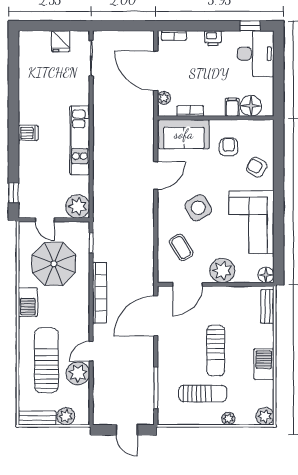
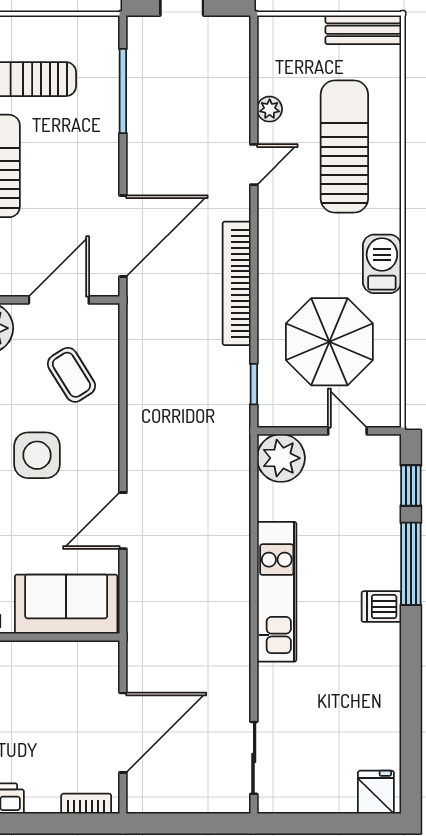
fridge: (61, 41) -> (376, 792), moved
door: (156, 71) -> (123, 733), hinge flipped
plant: (164, 98) -> (106, 678), removed
bookcase: (190, 111) -> (53, 651), removed
window: (14, 154) -> (411, 564), added
side table: (198, 208) -> (37, 455), turned 31
sun lounger: (46, 360) -> (344, 146), turned 180
plant: (78, 373) -> (270, 109), width x0.53, depth x0.53
plant: (66, 416) -> (305, 33), removed

